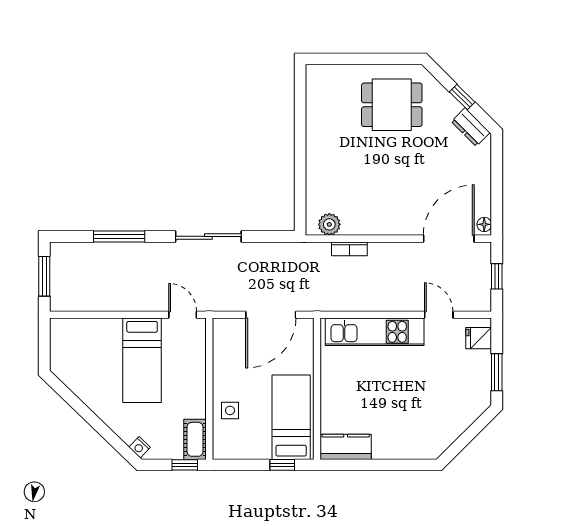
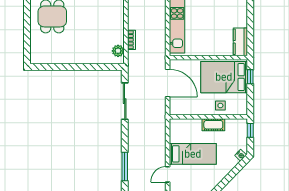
sliding door: (208, 236) -> (125, 101), moved
door: (183, 315) -> (168, 174), moved
bed: (291, 417) -> (224, 77), width x1.50
cot: (195, 439) -> (213, 125), moved

